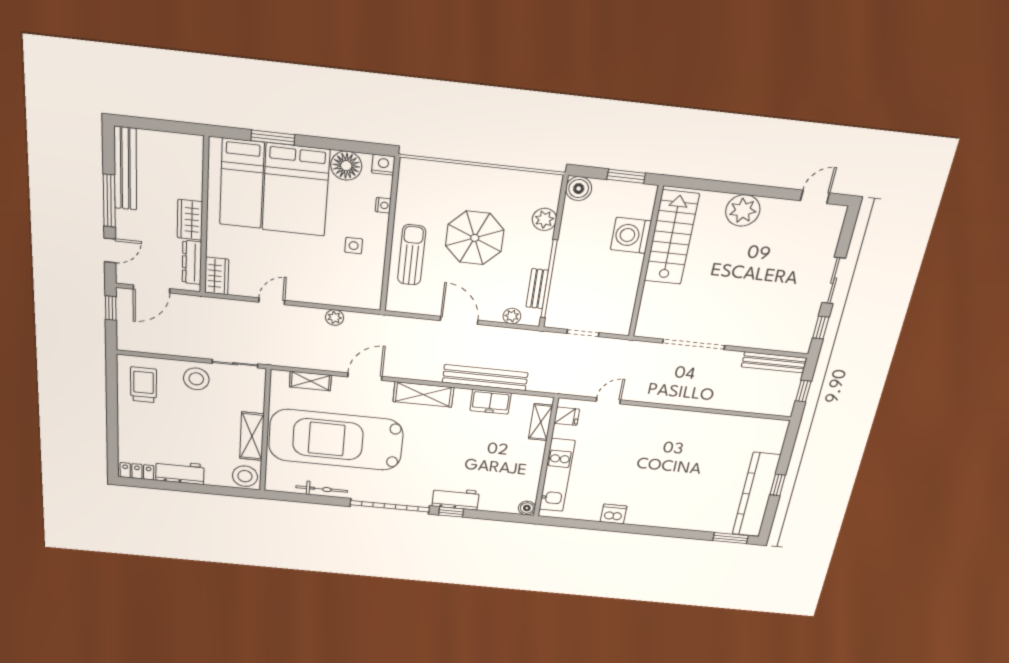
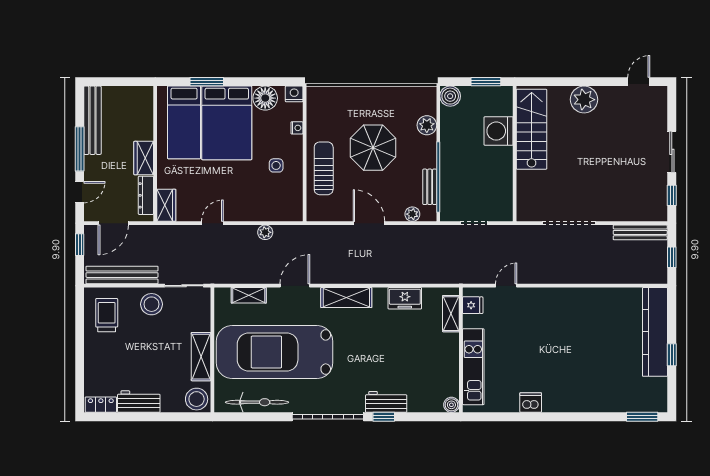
bench: (485, 378) -> (122, 275), moved
bicycle: (322, 489) -> (257, 402), width x1.37, depth x1.40
kitchen counter: (756, 495) -> (655, 332), moved

